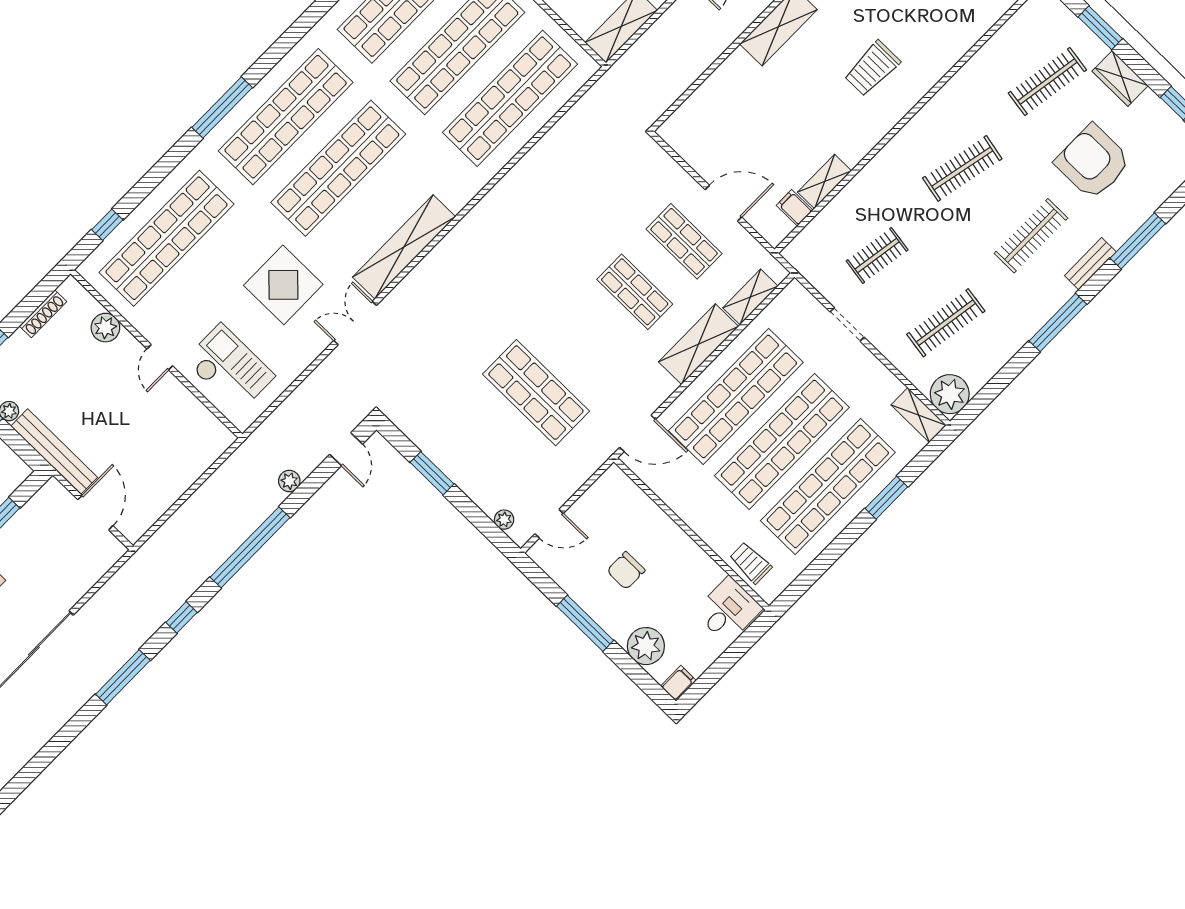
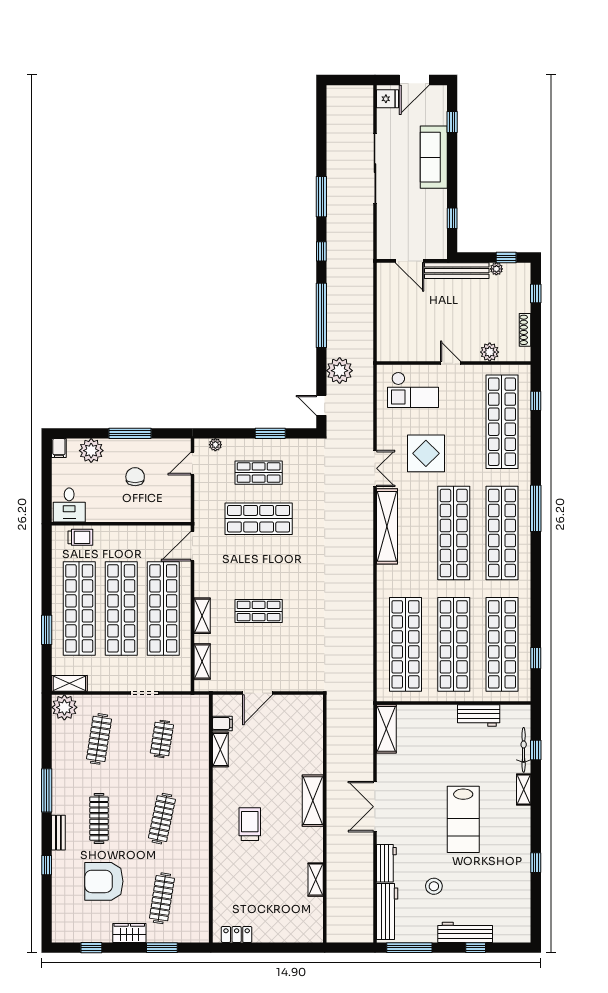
armchair: (1093, 162) -> (104, 881), turned 180
shop shelf: (684, 241) -> (259, 473), moved
window: (1138, 241) -> (47, 865), width x0.46
shelving: (699, 344) -> (202, 616), width x0.67, depth x0.75
plant: (289, 481) -> (340, 371), width x1.87, depth x1.87

